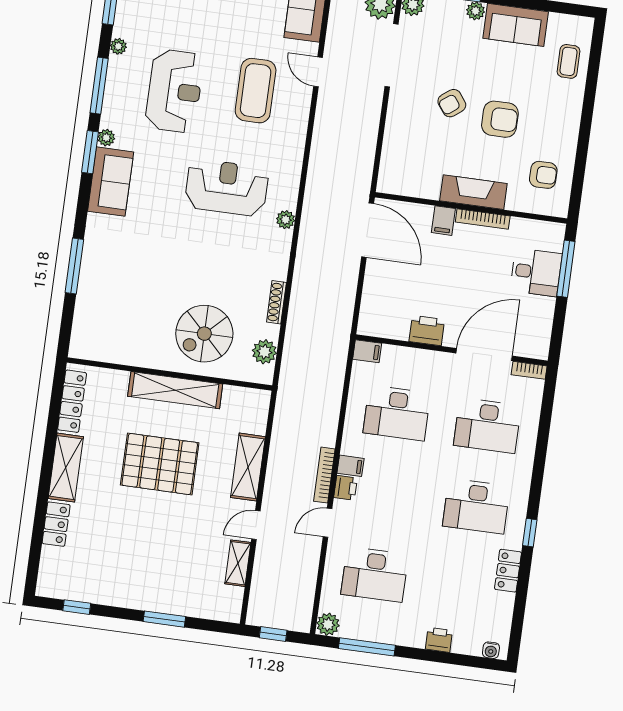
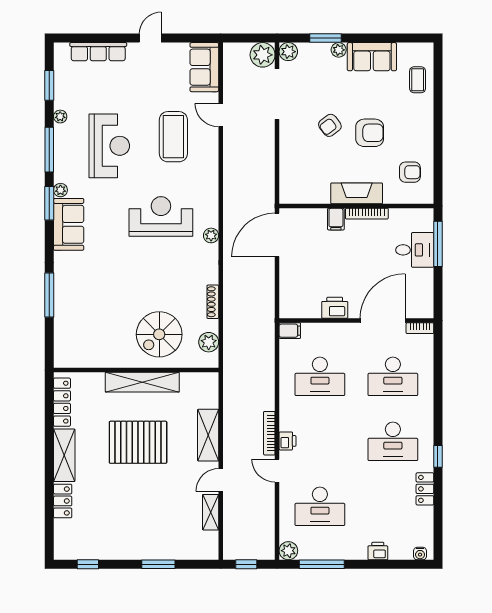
door: (368, 230) -> (277, 235), swing flipped
filing cabinet: (350, 466) -> (289, 423), removed
door: (328, 523) -> (277, 471), hinge flipped

